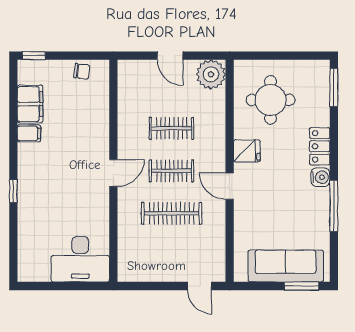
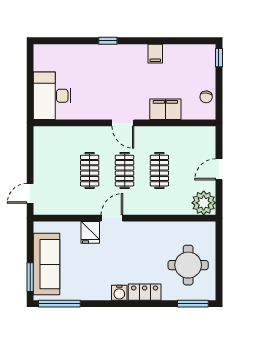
round table: (271, 100) -> (188, 265), moved
filing cabinet: (30, 104) -> (165, 109), moved, turned 180
fridge: (247, 151) -> (90, 232), moved
window: (334, 206) -> (59, 304), moved
clothes rail: (172, 213) -> (90, 171), width x0.73

